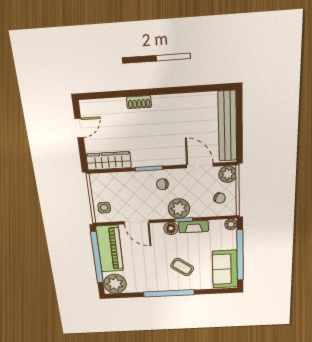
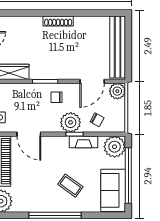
shoe rack: (139, 102) -> (58, 21), moved, width x1.43
door: (200, 166) -> (92, 81), swing flipped
chair: (220, 198) -> (97, 120), moved
plant: (231, 224) -> (115, 147), width x1.87, depth x1.87
floor lamp: (171, 228) -> (62, 143), removed

